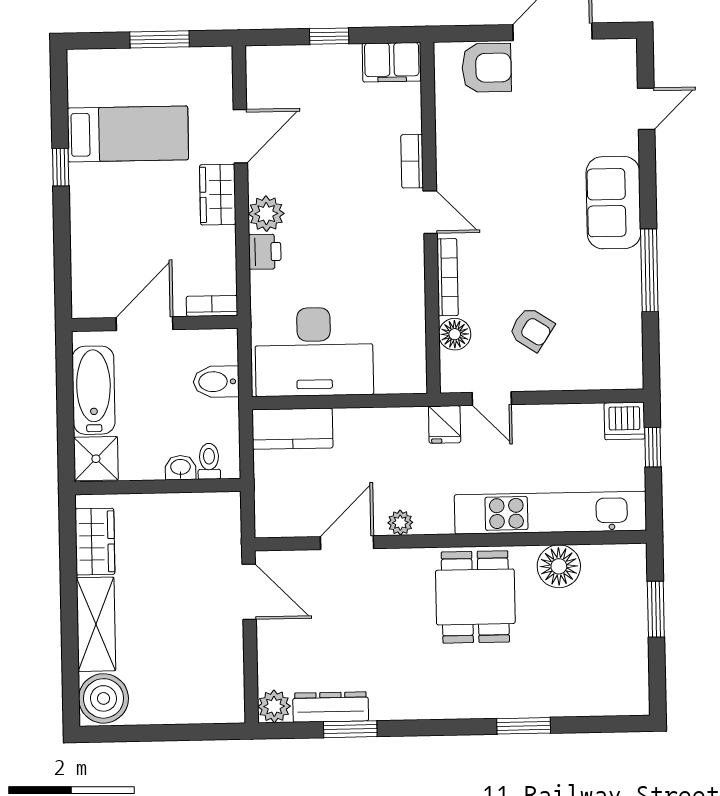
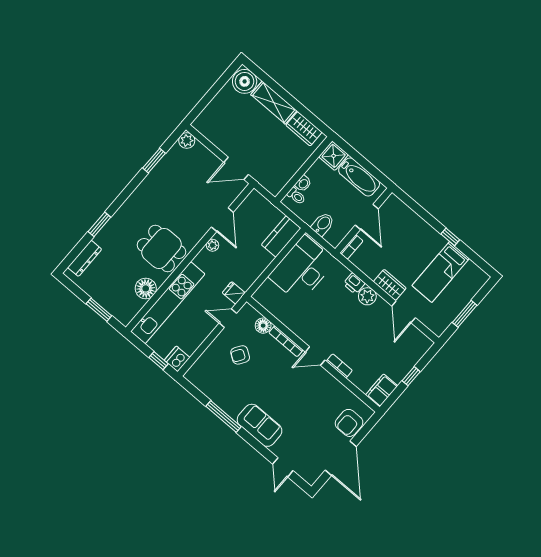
dresser: (331, 707) -> (85, 258), moved

